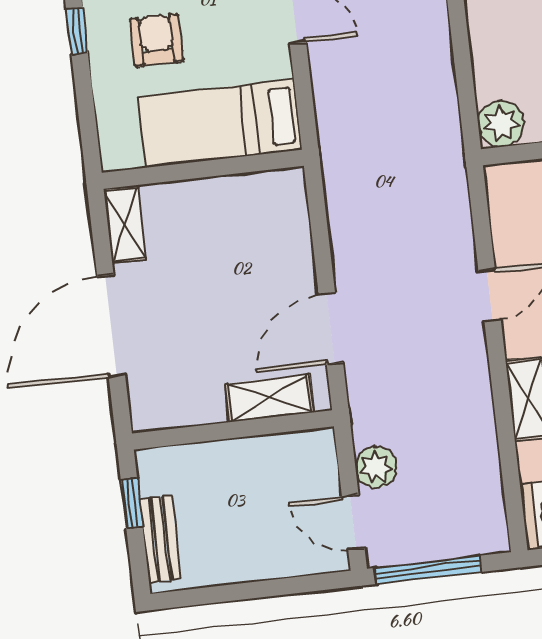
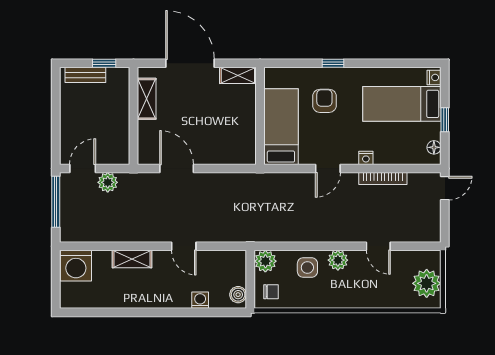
side table: (504, 35) -> (307, 268), added
armchair: (156, 40) -> (324, 101), turned -90
shelving: (269, 398) -> (147, 99), moved

